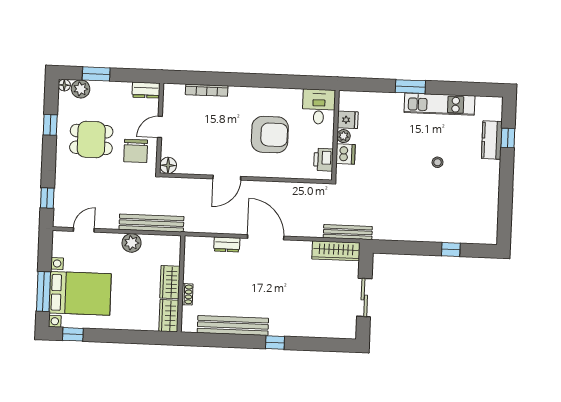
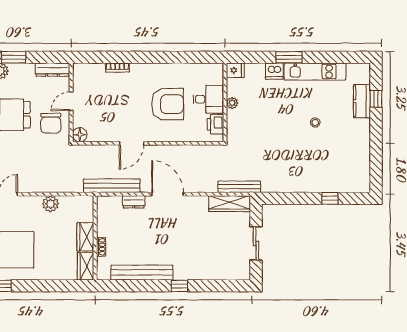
dresser: (146, 90) -> (52, 70), width x1.44
bookcase: (207, 90) -> (117, 68), width x0.64
desk: (319, 107) -> (208, 99), moved, turned 90
fridge: (348, 120) -> (235, 70), moved
dishwasher: (346, 154) -> (274, 71), moved, turned 90
bench: (151, 223) -> (112, 186), moved

